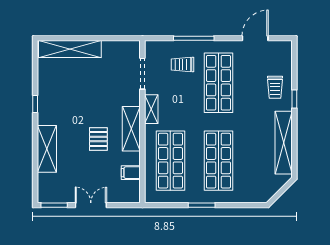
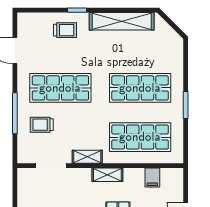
trolley: (183, 65) -> (42, 125), turned 90
shelving: (131, 129) -> (107, 175), width x0.67, depth x0.75

